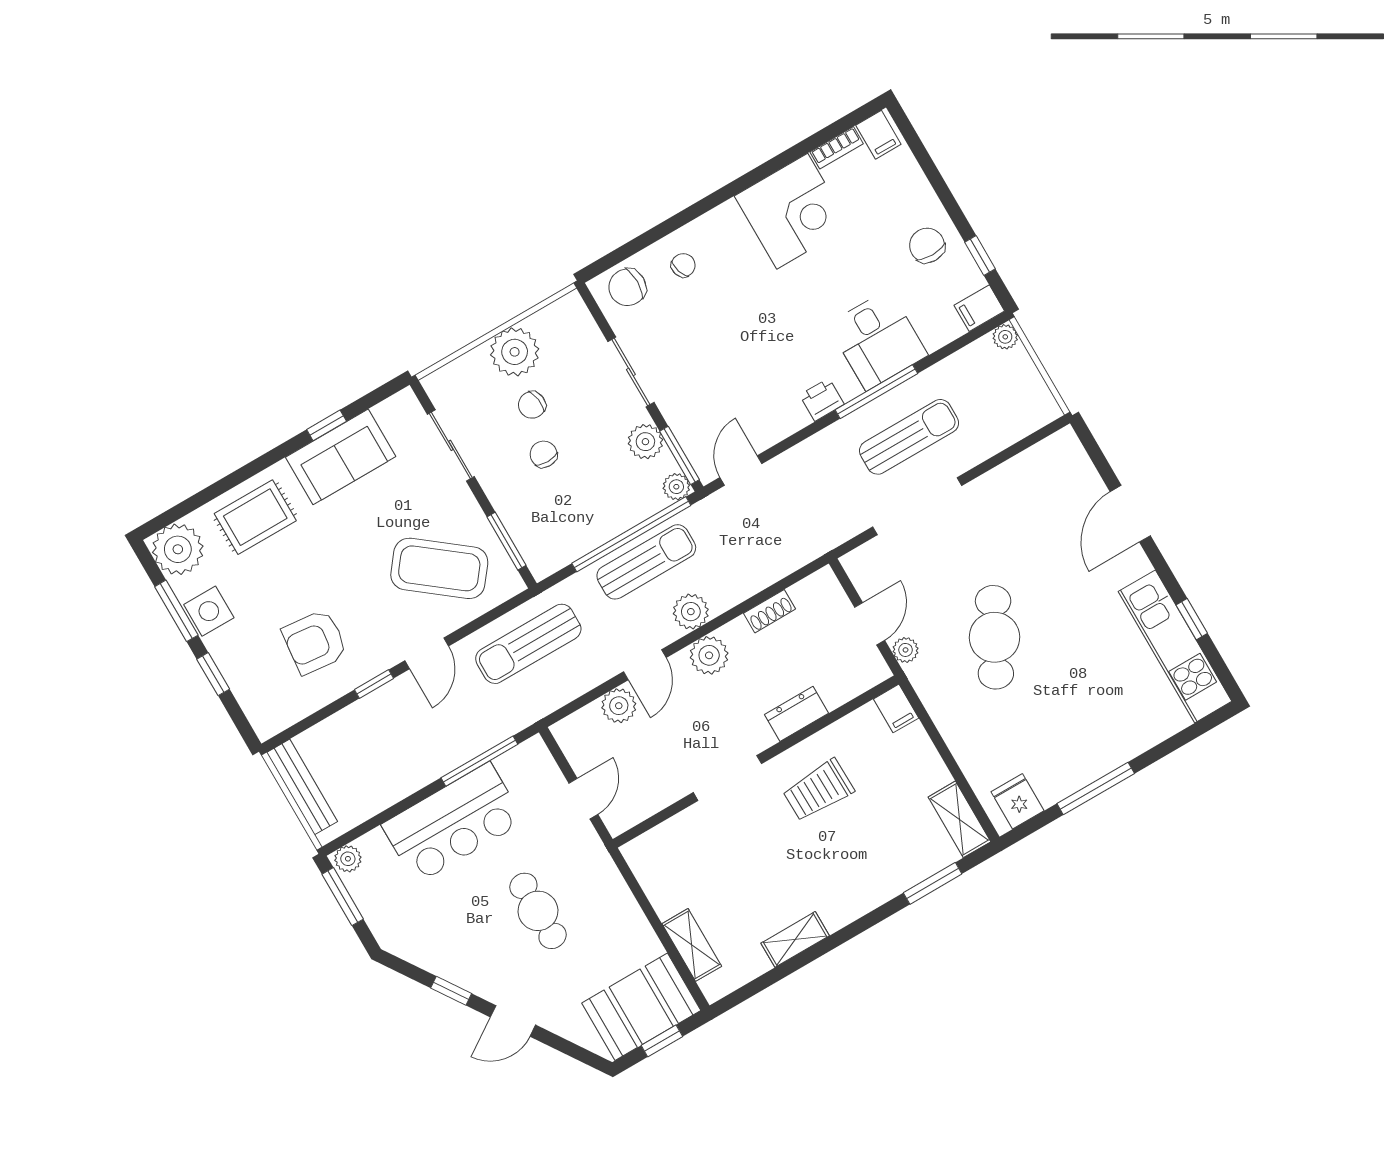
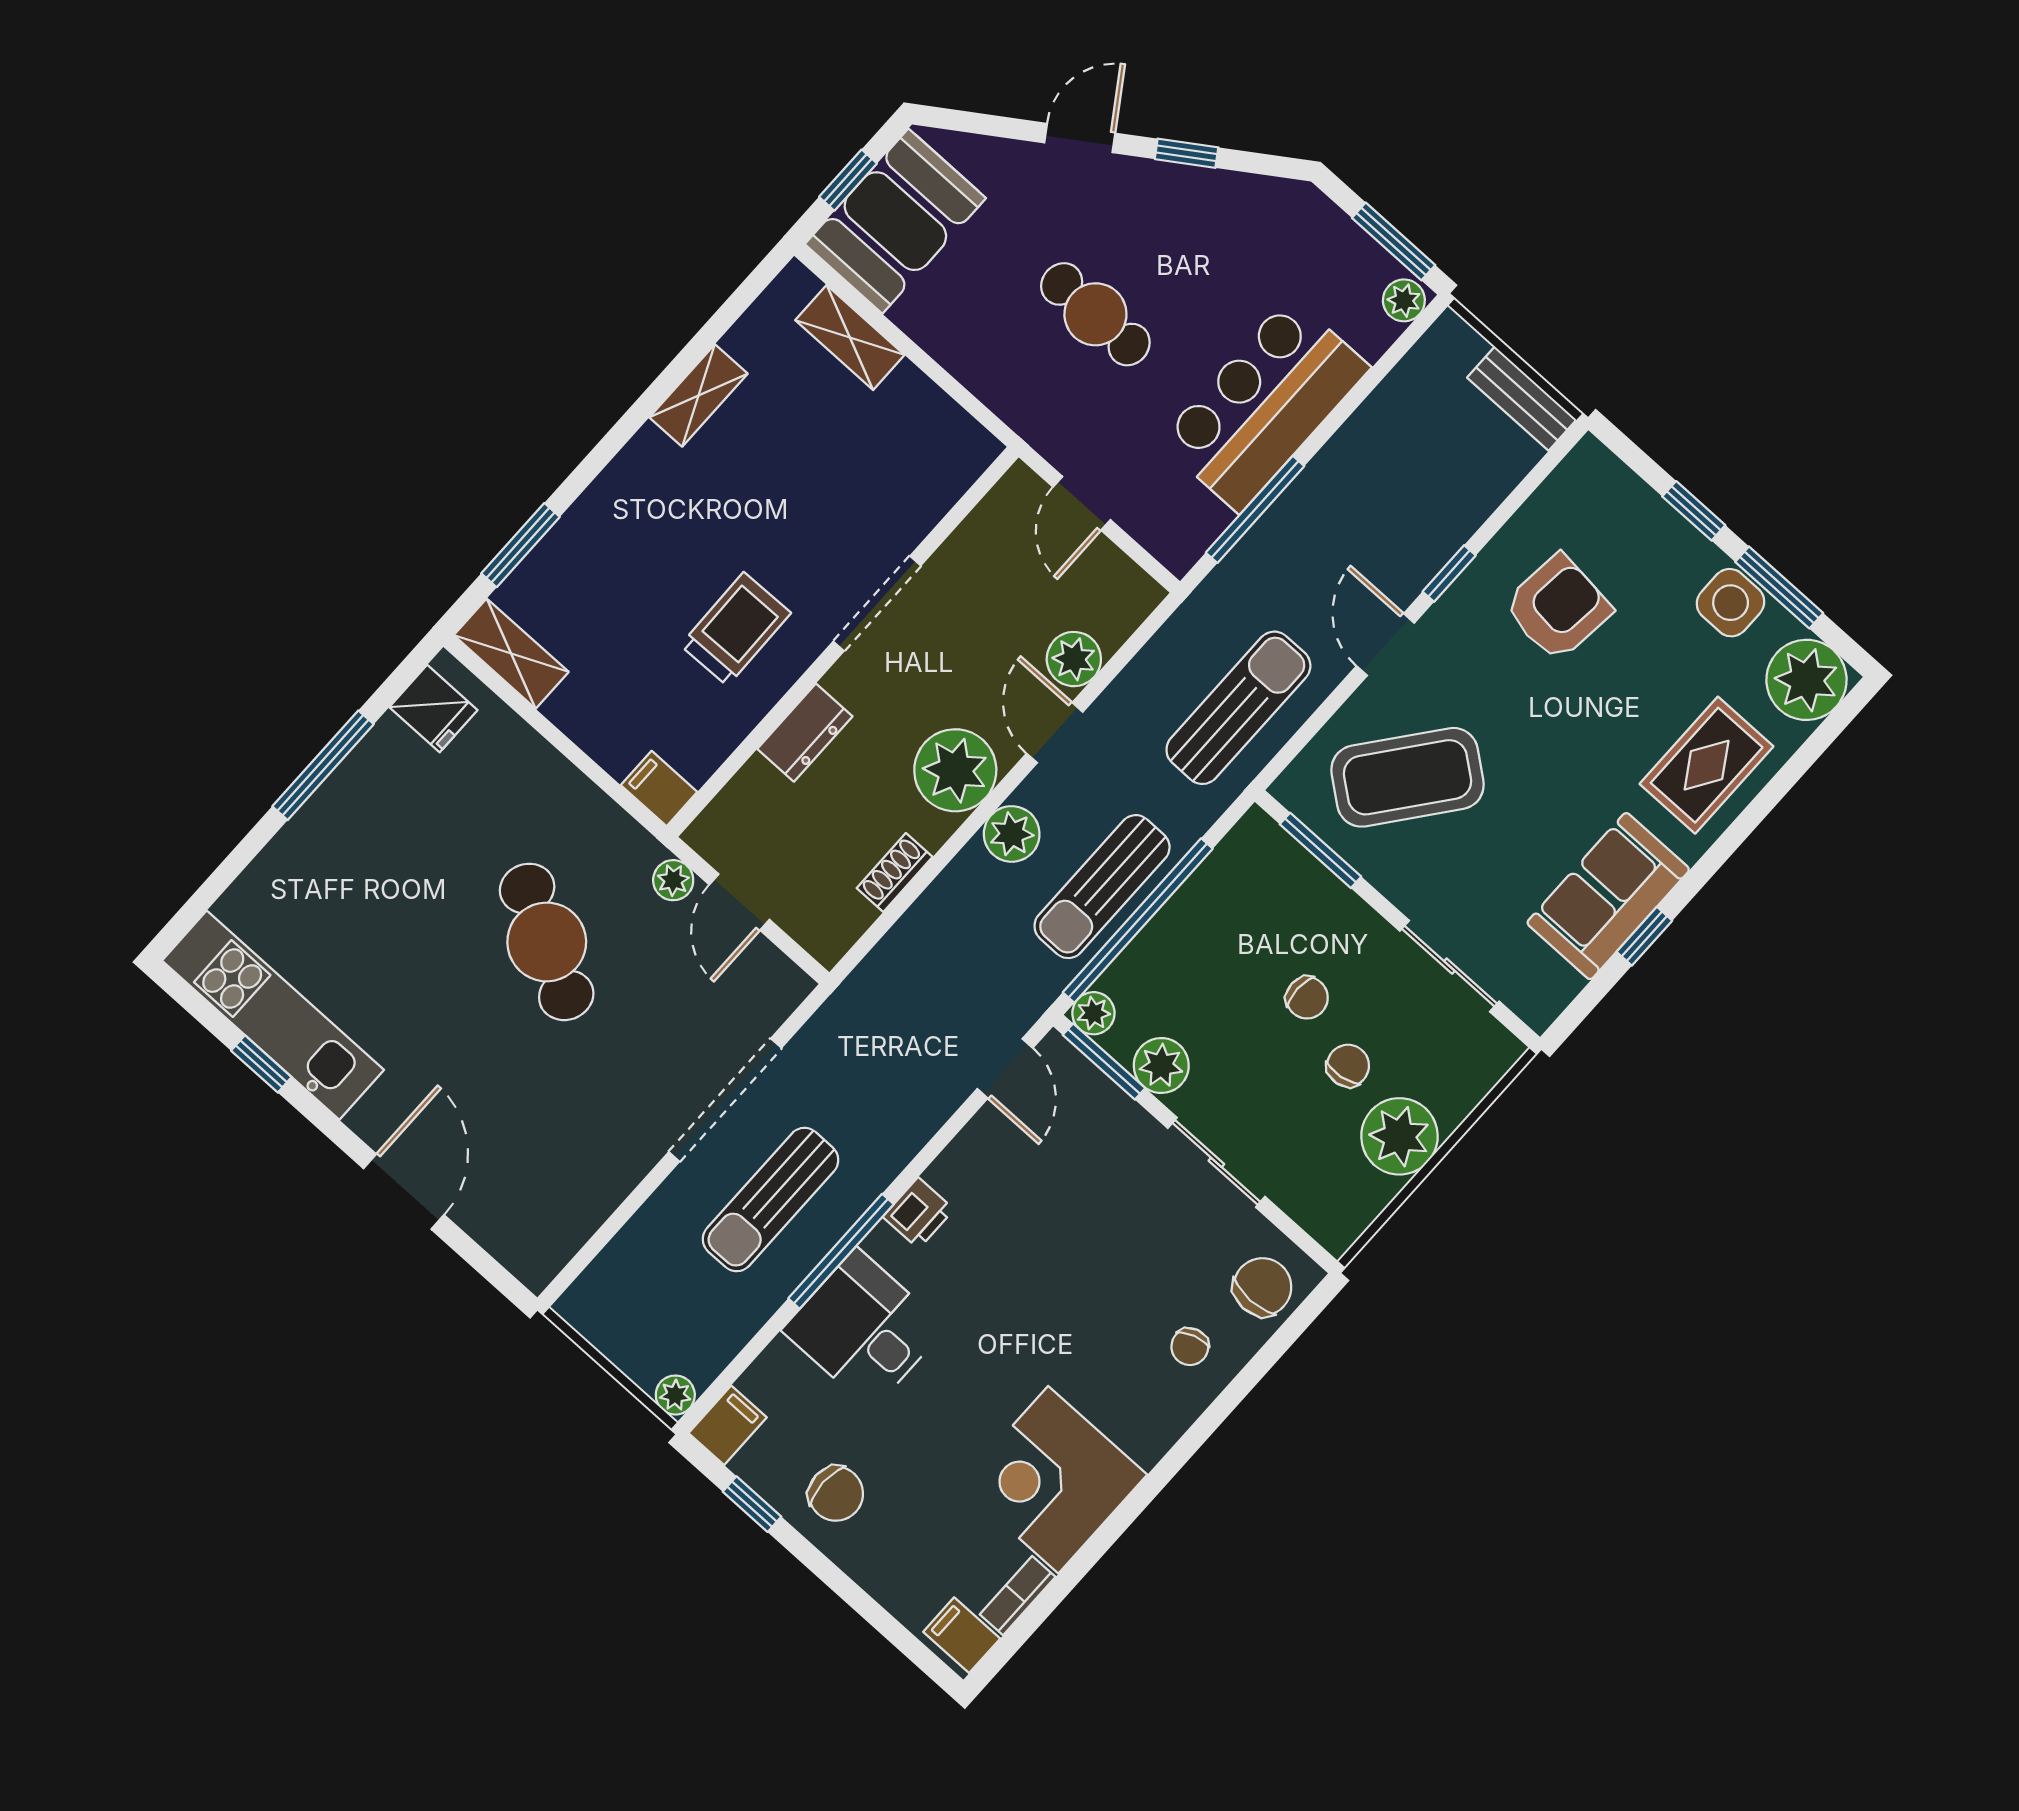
plant: (709, 655) -> (955, 770), width x1.36, depth x1.36
bench: (302, 787) -> (1522, 399), width x0.73

